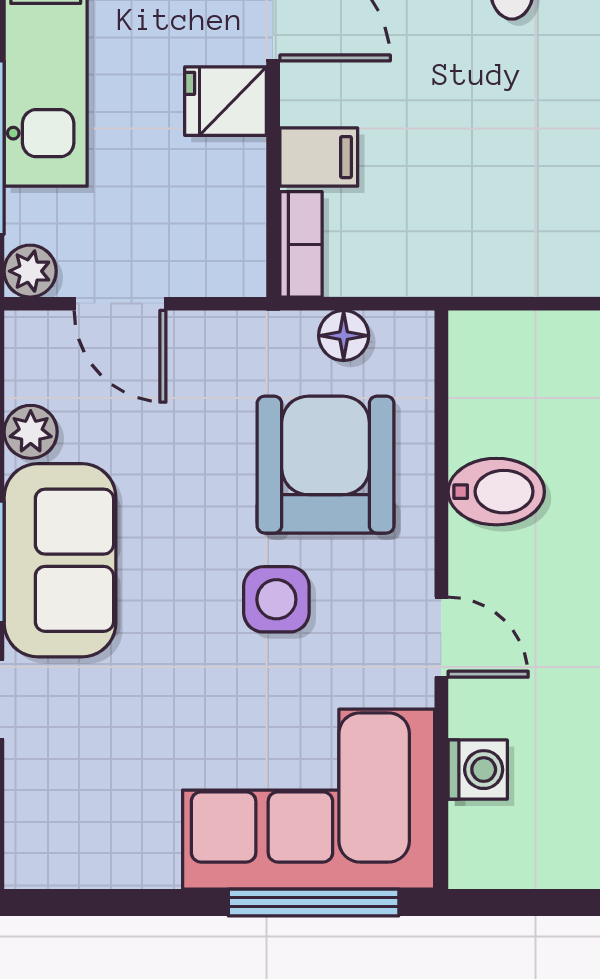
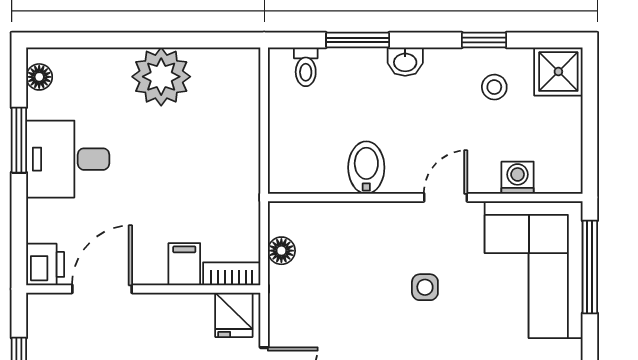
fridge: (226, 101) -> (234, 315), moved
armchair: (326, 465) -> (352, 260), removed
side table: (276, 599) -> (425, 287), width x0.73, depth x0.73

